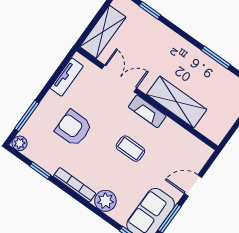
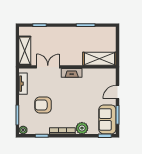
shelving: (177, 102) -> (99, 59), moved
coffee table: (130, 149) -> (76, 96), removed

